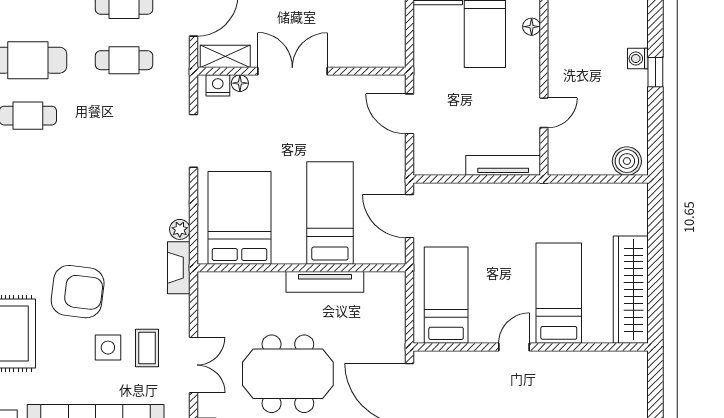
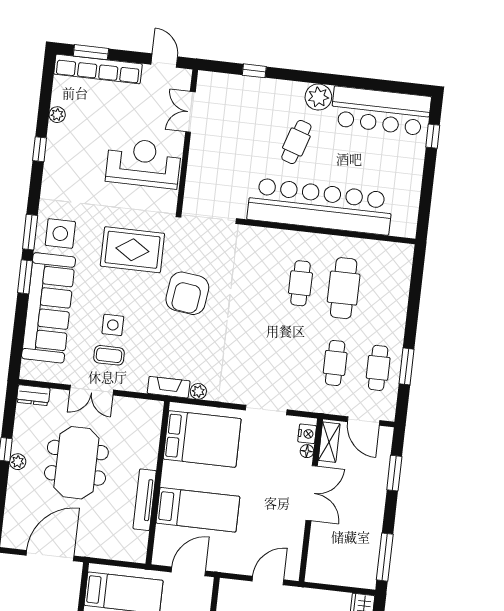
armchair: (78, 292) -> (187, 293), moved

